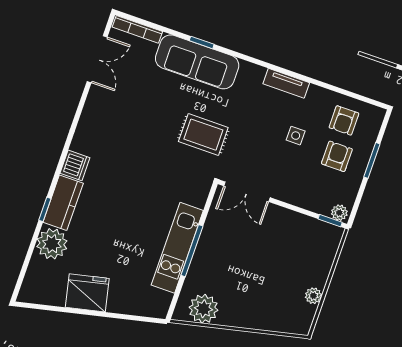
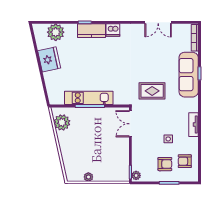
double door: (97, 59) -> (158, 22), moved
rug: (203, 135) -> (152, 91), turned 90
plant: (52, 244) -> (56, 32), moved

